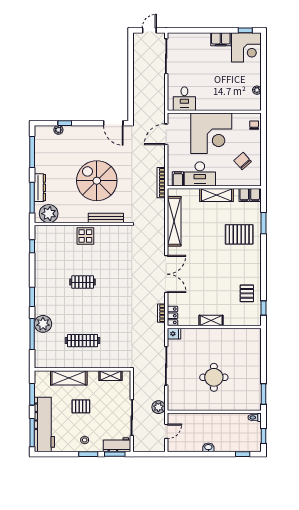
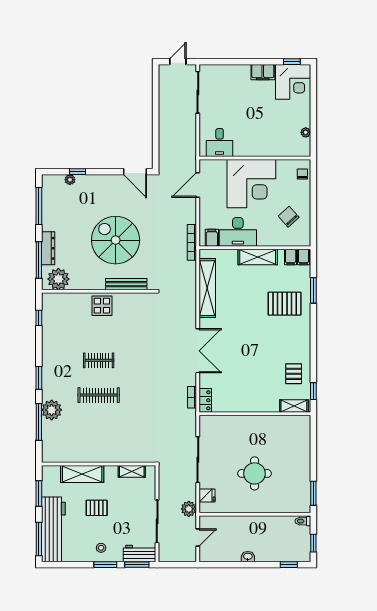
shelving: (211, 320) -> (294, 406), moved
fridge: (174, 334) -> (207, 496), moved
clothes rail: (83, 341) -> (99, 395), moved

